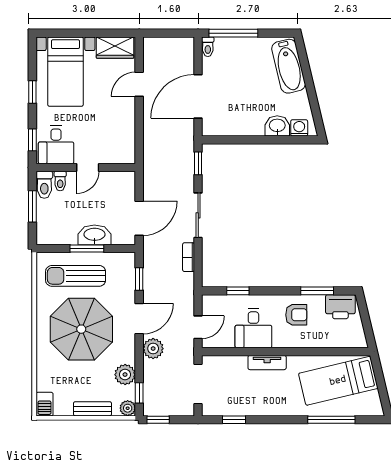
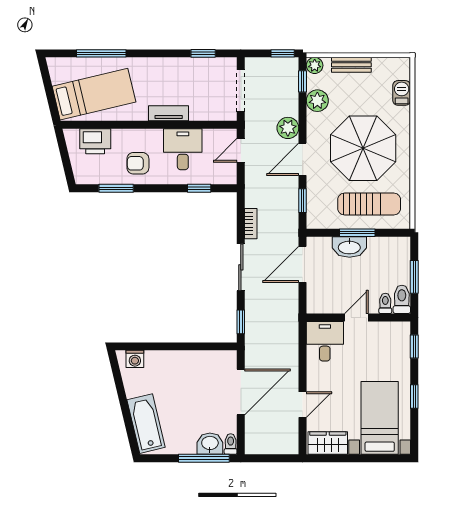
washbasin: (277, 126) -> (210, 444), moved, turned 180
desk: (56, 145) -> (325, 341), moved
printer: (340, 307) -> (95, 141), moved, turned 180
barbecue: (45, 404) -> (402, 93), moved

